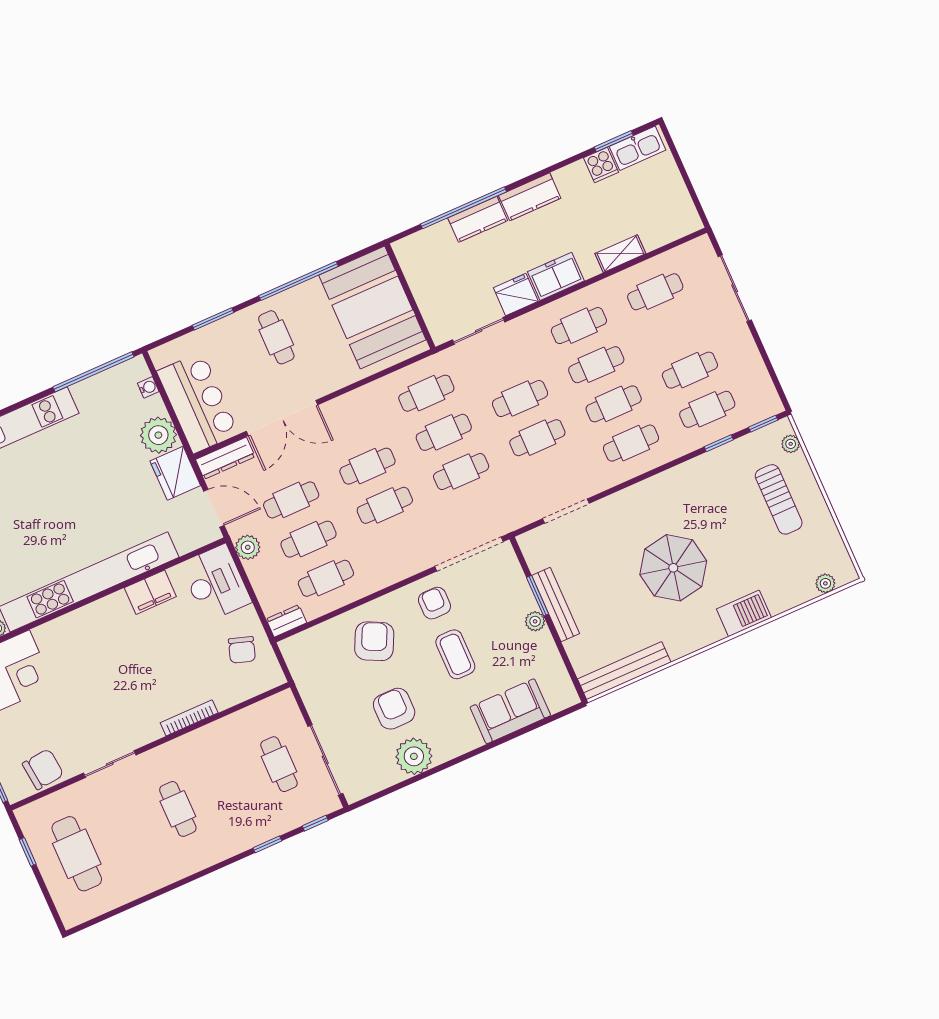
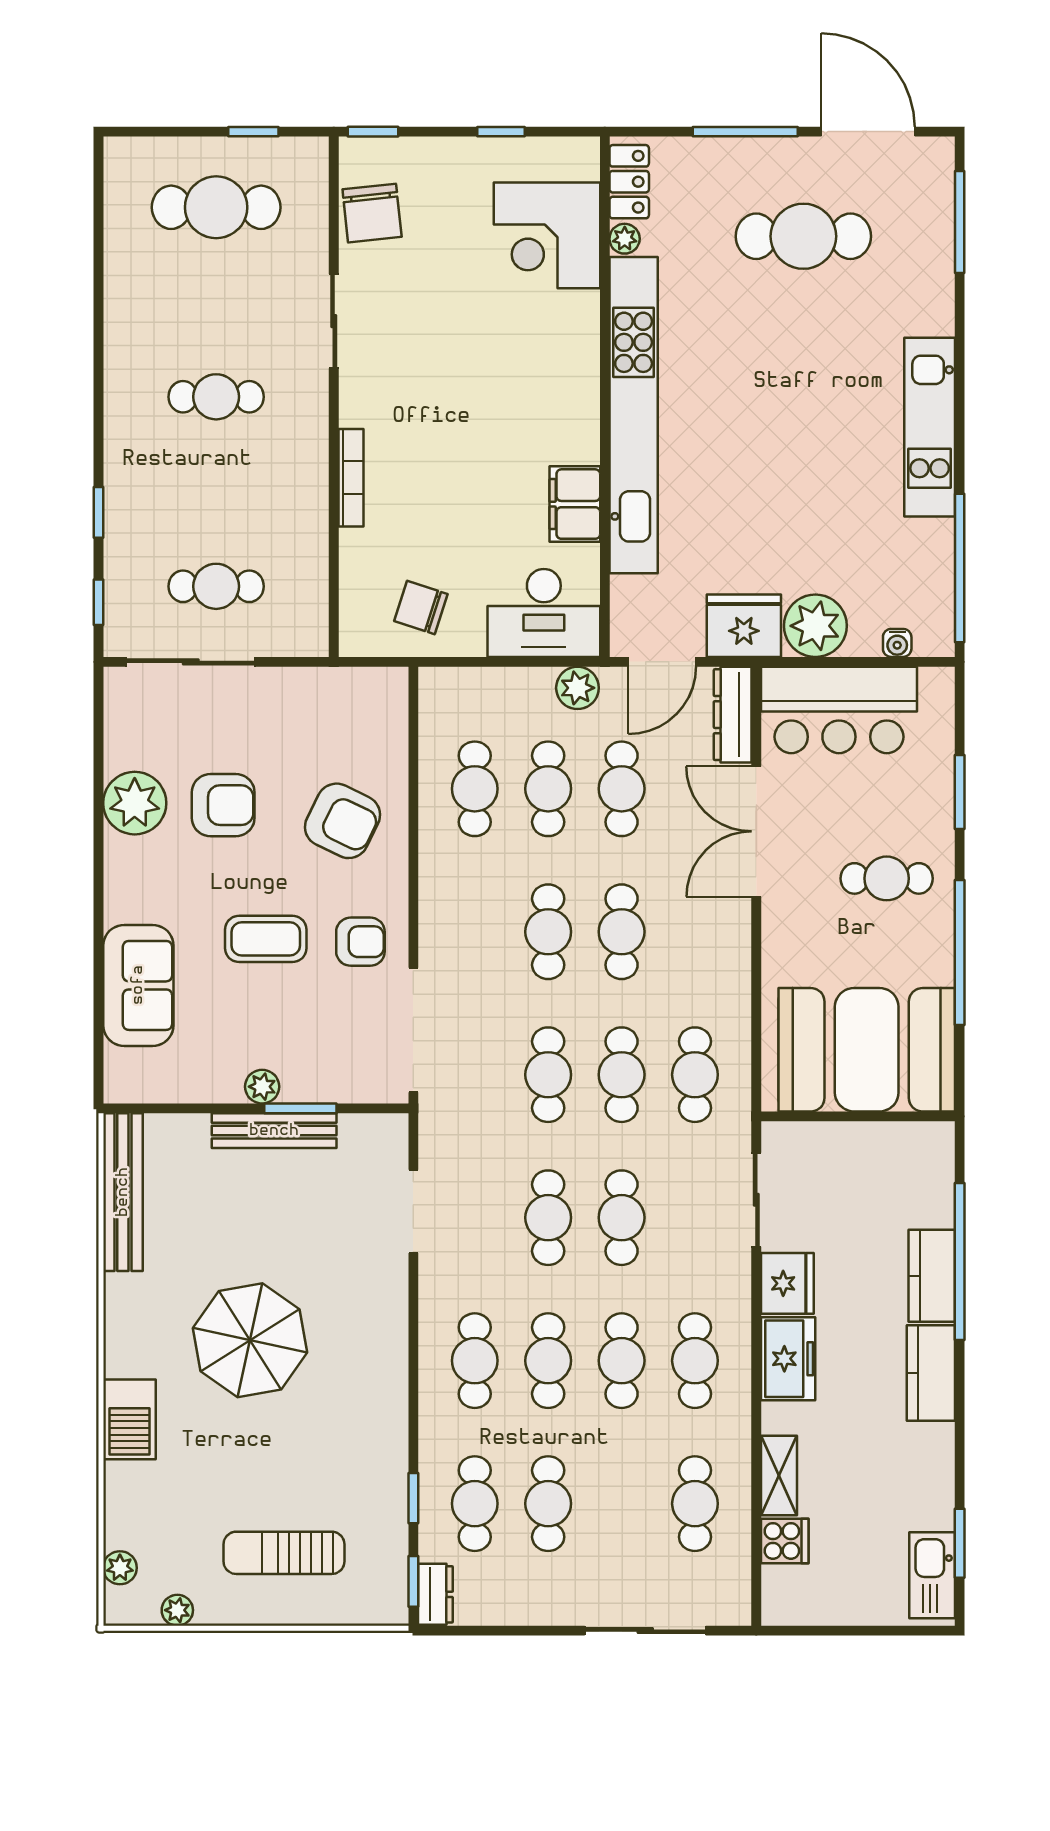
cooker: (601, 165) -> (785, 1541), moved, turned 180
plant: (791, 444) -> (177, 1610), moved
dresser: (286, 621) -> (435, 1594), moved

